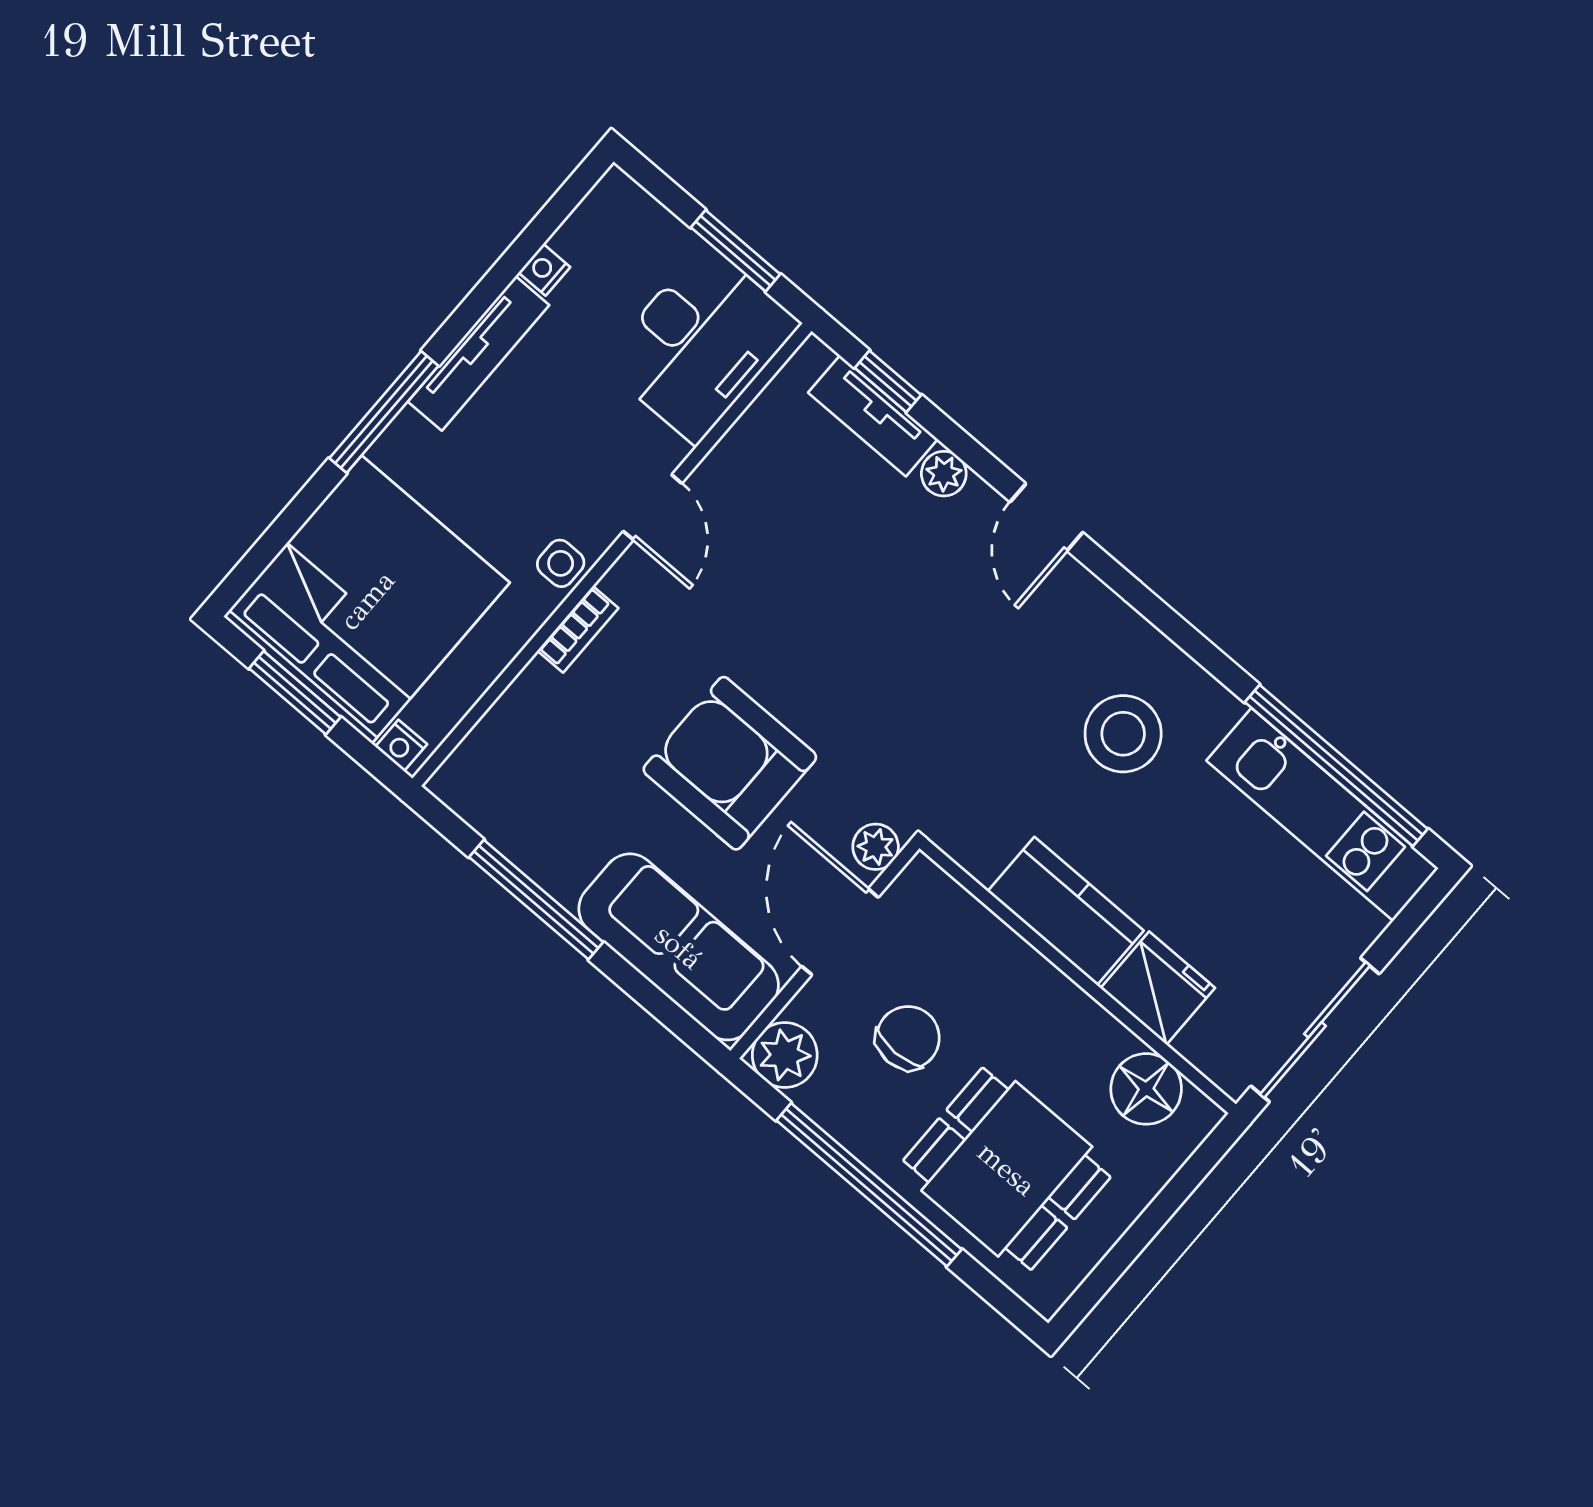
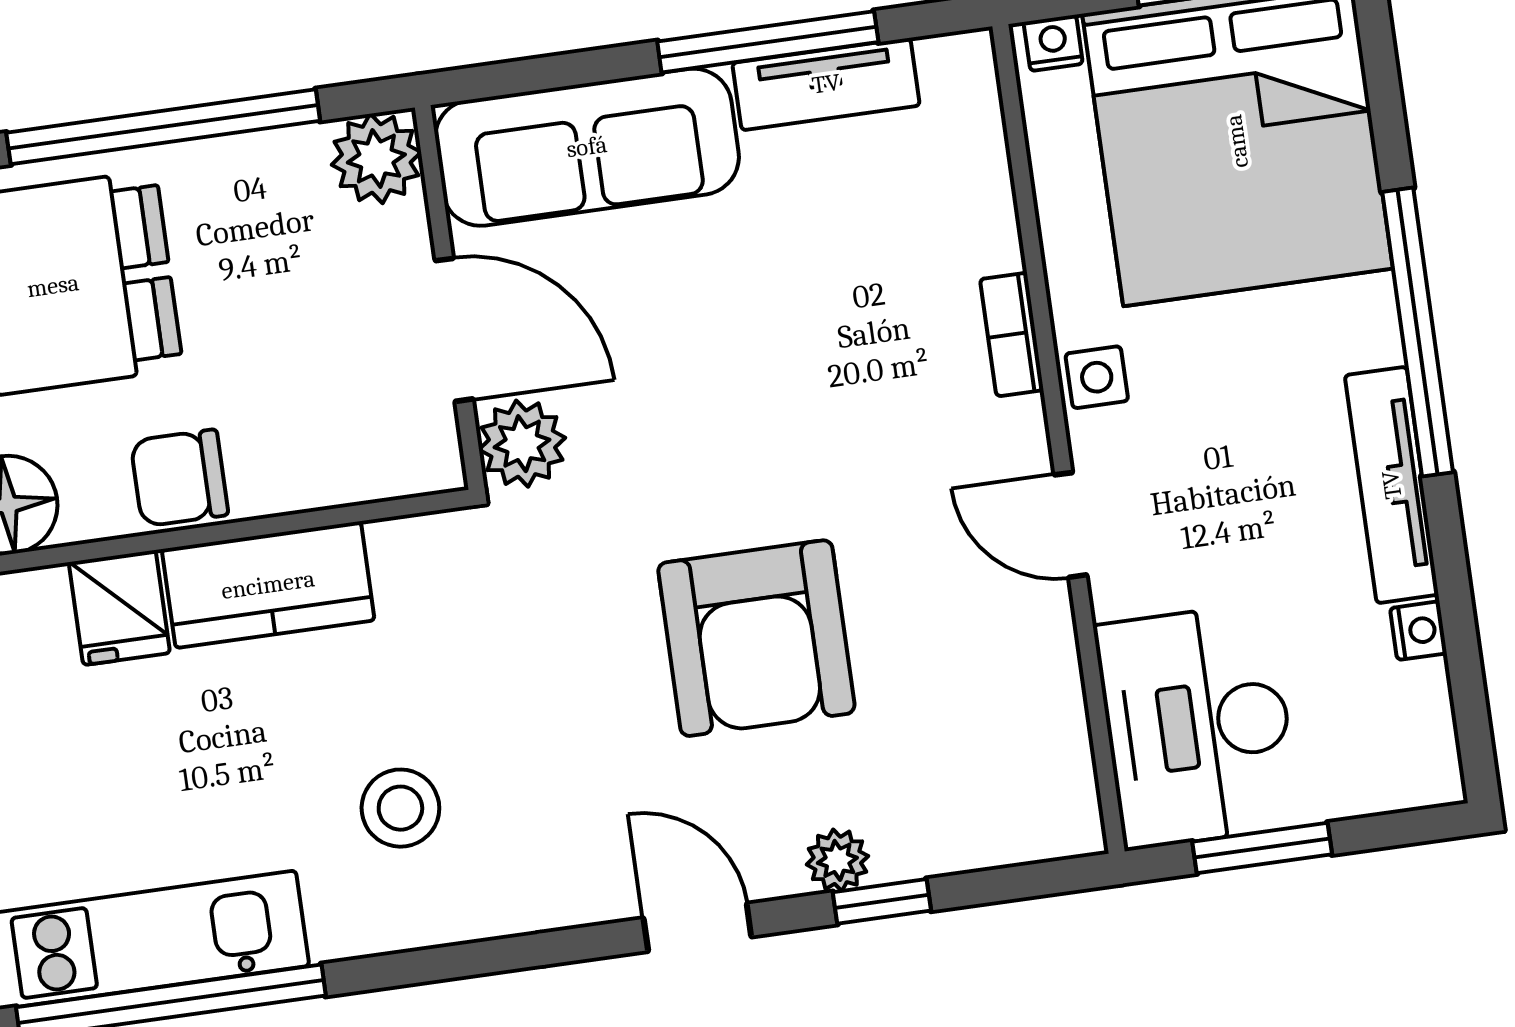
window: (888, 381) -> (882, 901), moved
window: (384, 412) -> (1418, 332), width x1.46
tv unit: (873, 416) -> (826, 84), moved, turned 180
stool: (1123, 734) -> (400, 808), width x0.73, depth x0.73
armchair: (730, 763) -> (756, 638), moved, turned 90
plant: (876, 847) -> (522, 444), width x1.38, depth x1.38
fridge: (1158, 988) -> (119, 608), width x0.72
chair: (908, 1038) -> (179, 478), moved, turned 90

